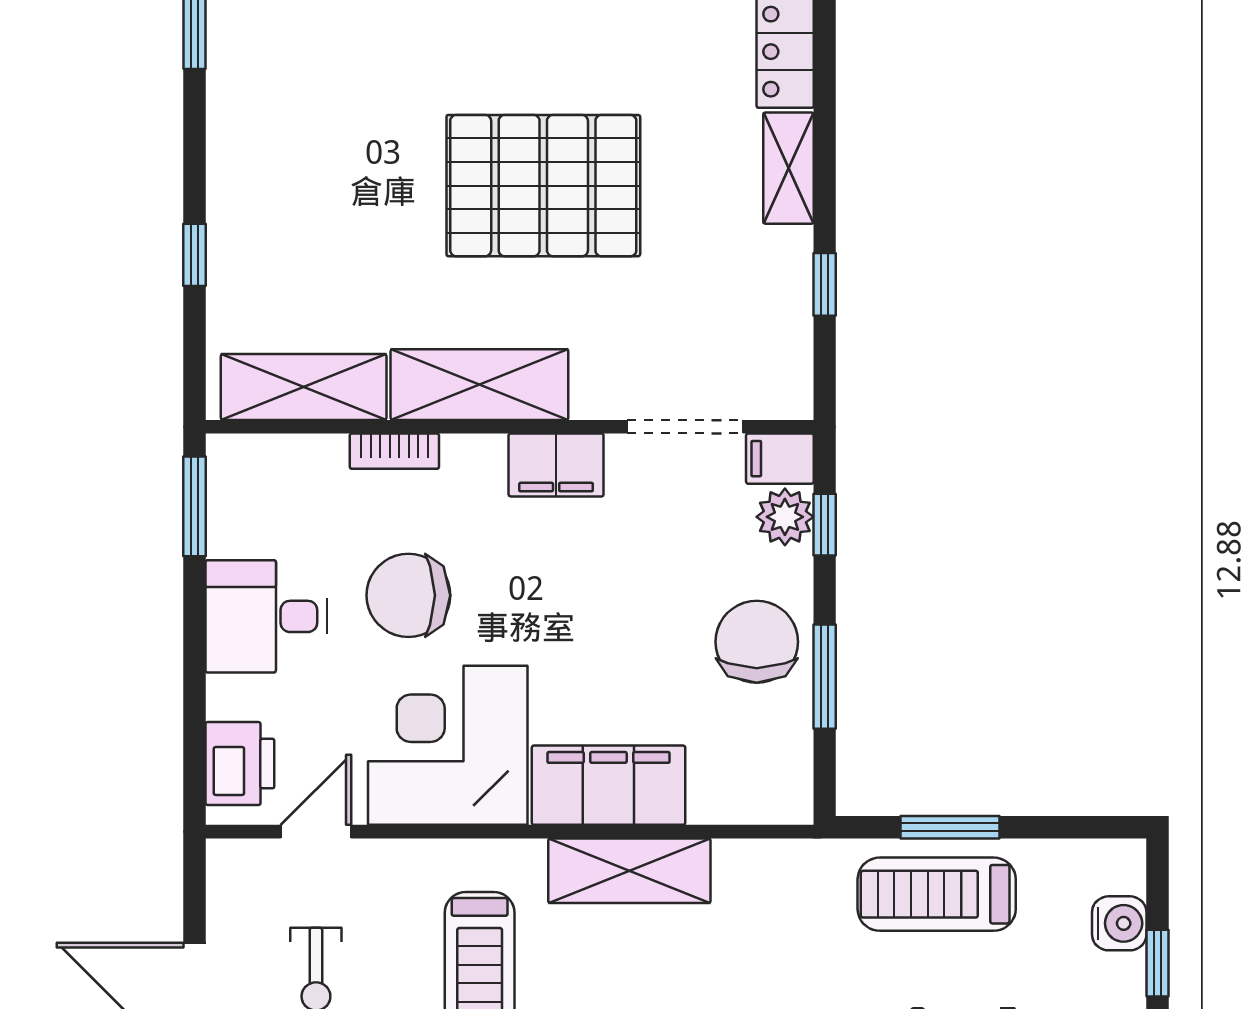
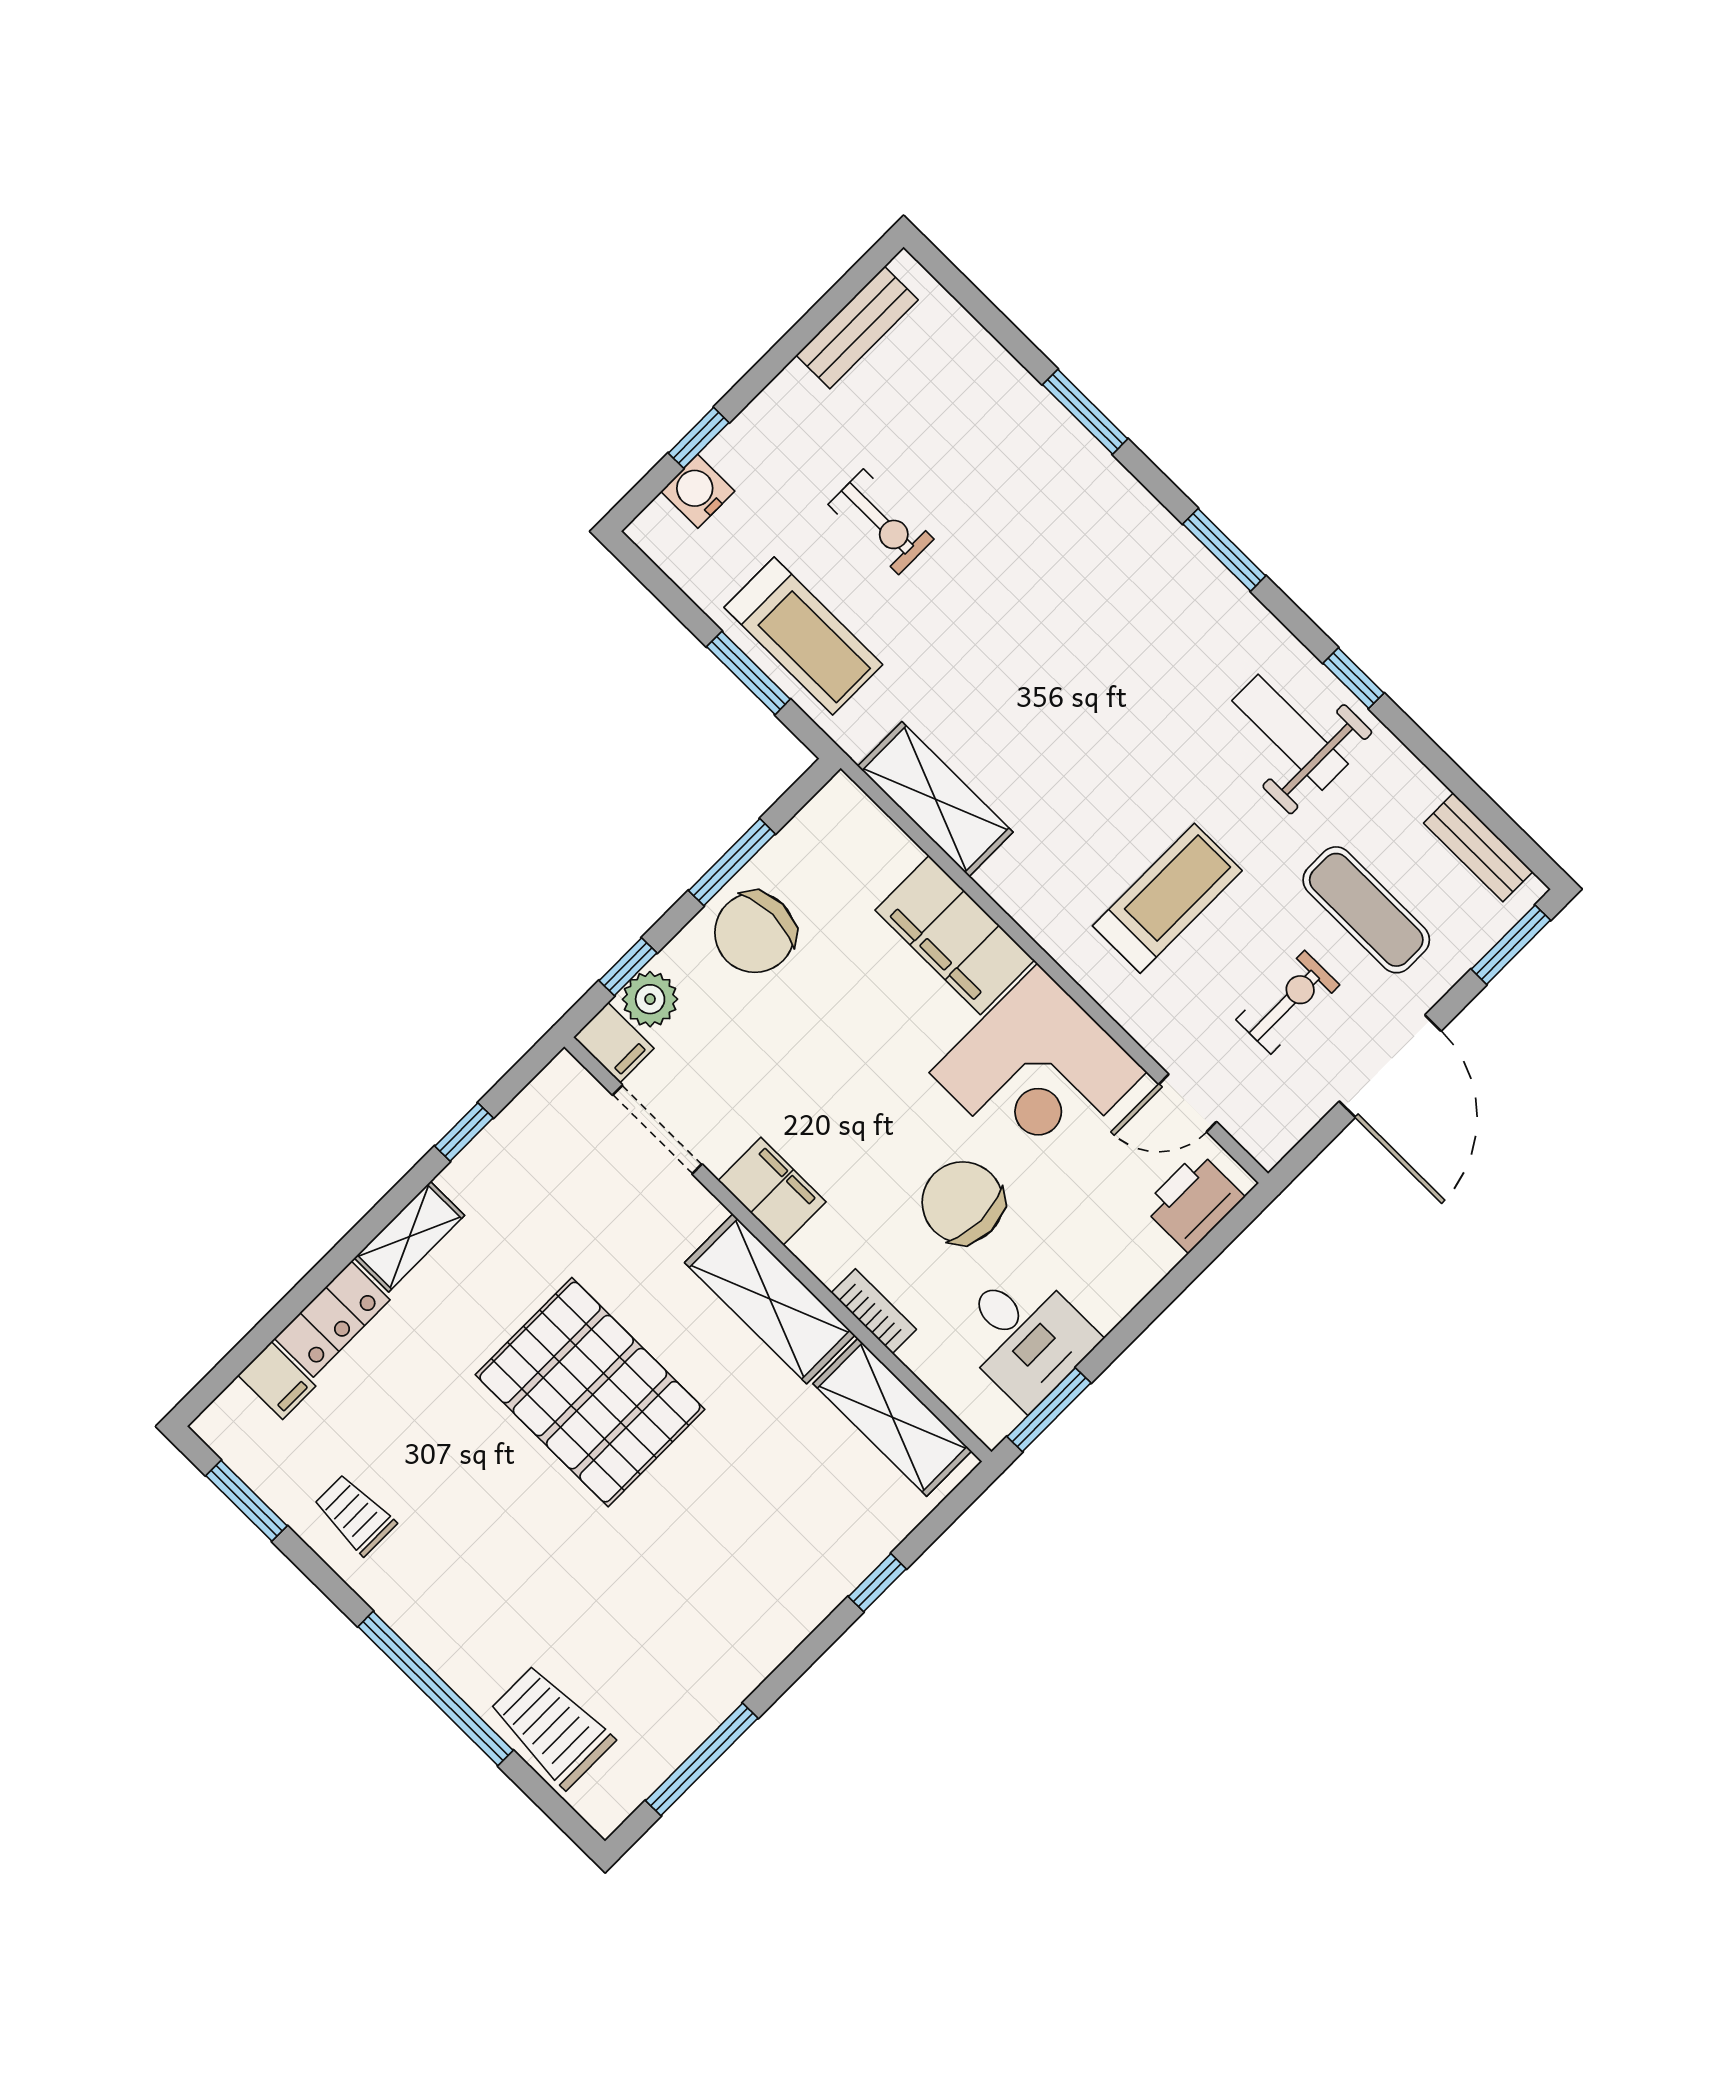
chair: (408, 595) -> (963, 1202), turned 180
desk: (266, 616) -> (1025, 1336), moved
shelving: (629, 871) -> (935, 799), moved

